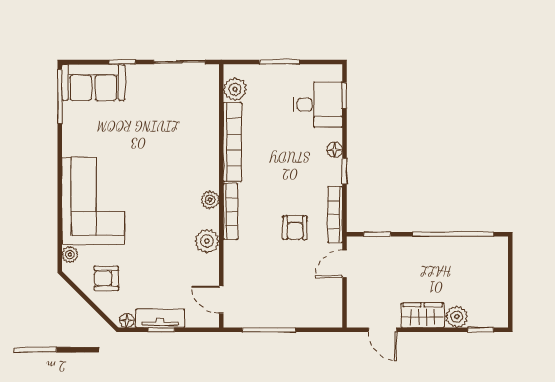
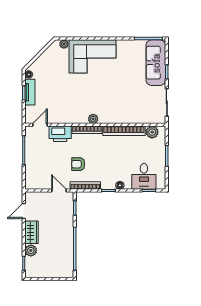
sofa: (93, 82) -> (156, 63), width x1.36
plant: (207, 241) -> (71, 117), removed
printer: (238, 262) -> (60, 134), added
armchair: (106, 278) -> (51, 64), removed

